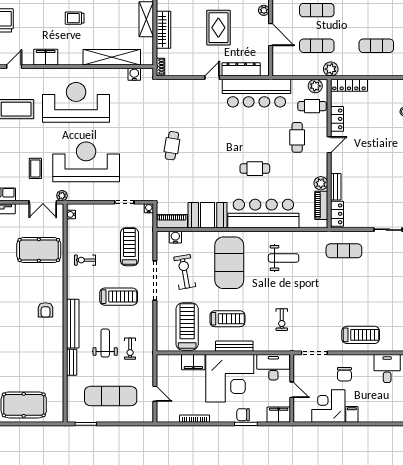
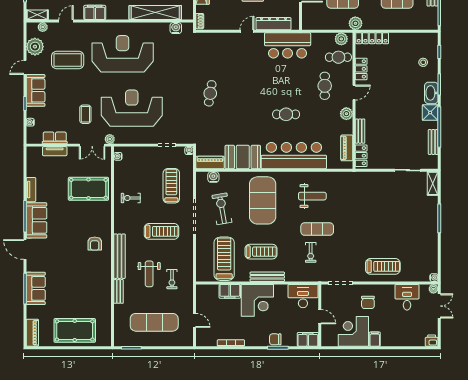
bar counter: (256, 93) -> (288, 45), width x0.73
plant: (321, 183) -> (346, 114), moved
exercise mat: (344, 251) -> (317, 229), moved
weight bench: (105, 343) -> (149, 274), turned 180
corner desk: (230, 378) -> (257, 300), width x0.74, depth x0.74

